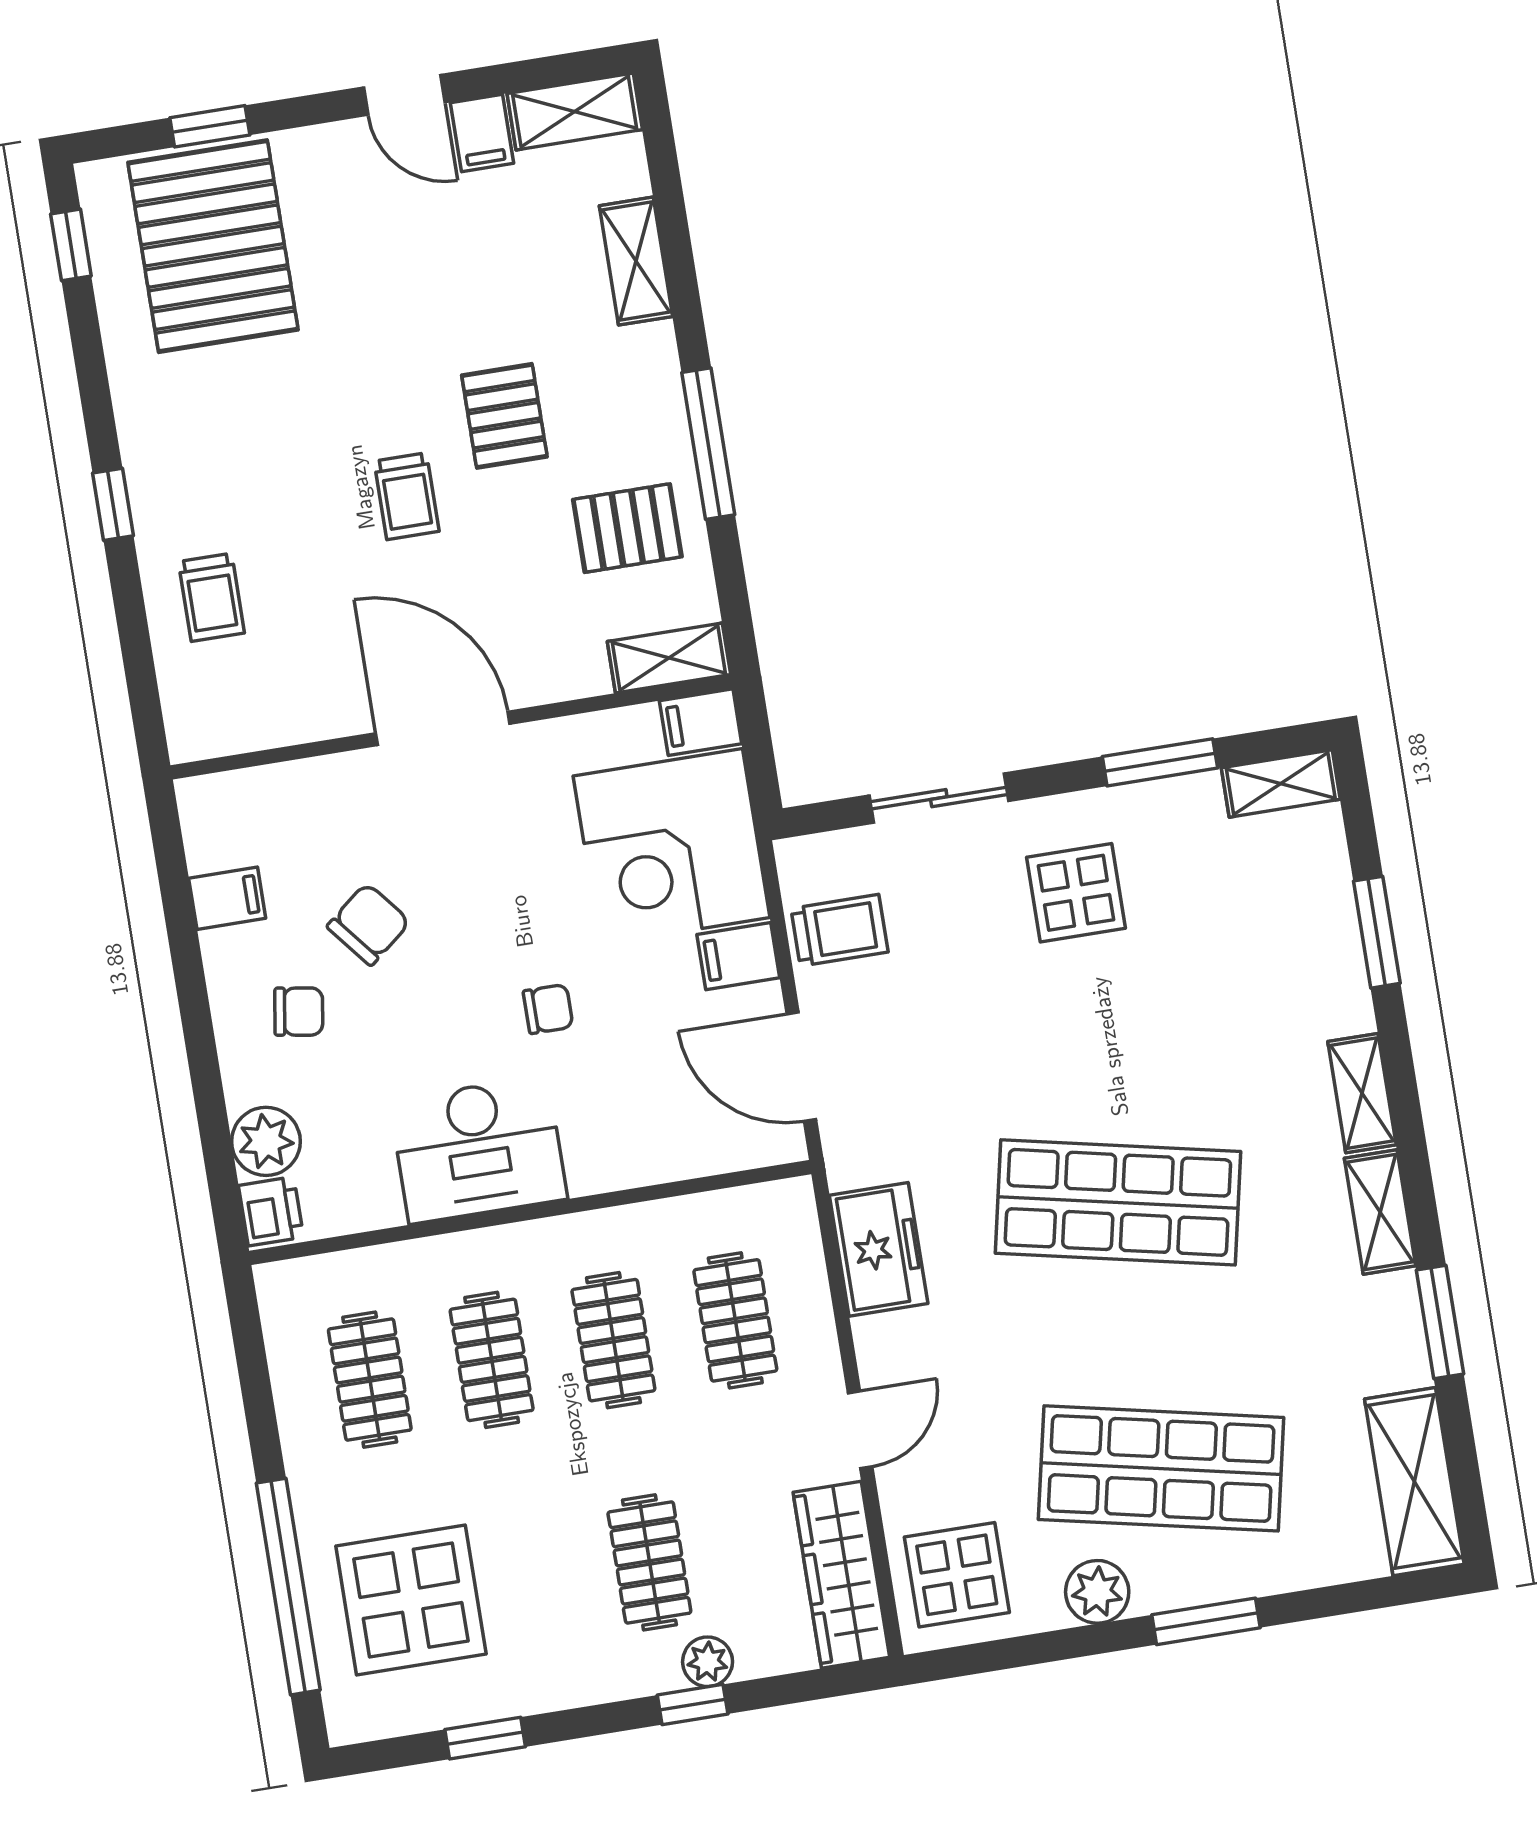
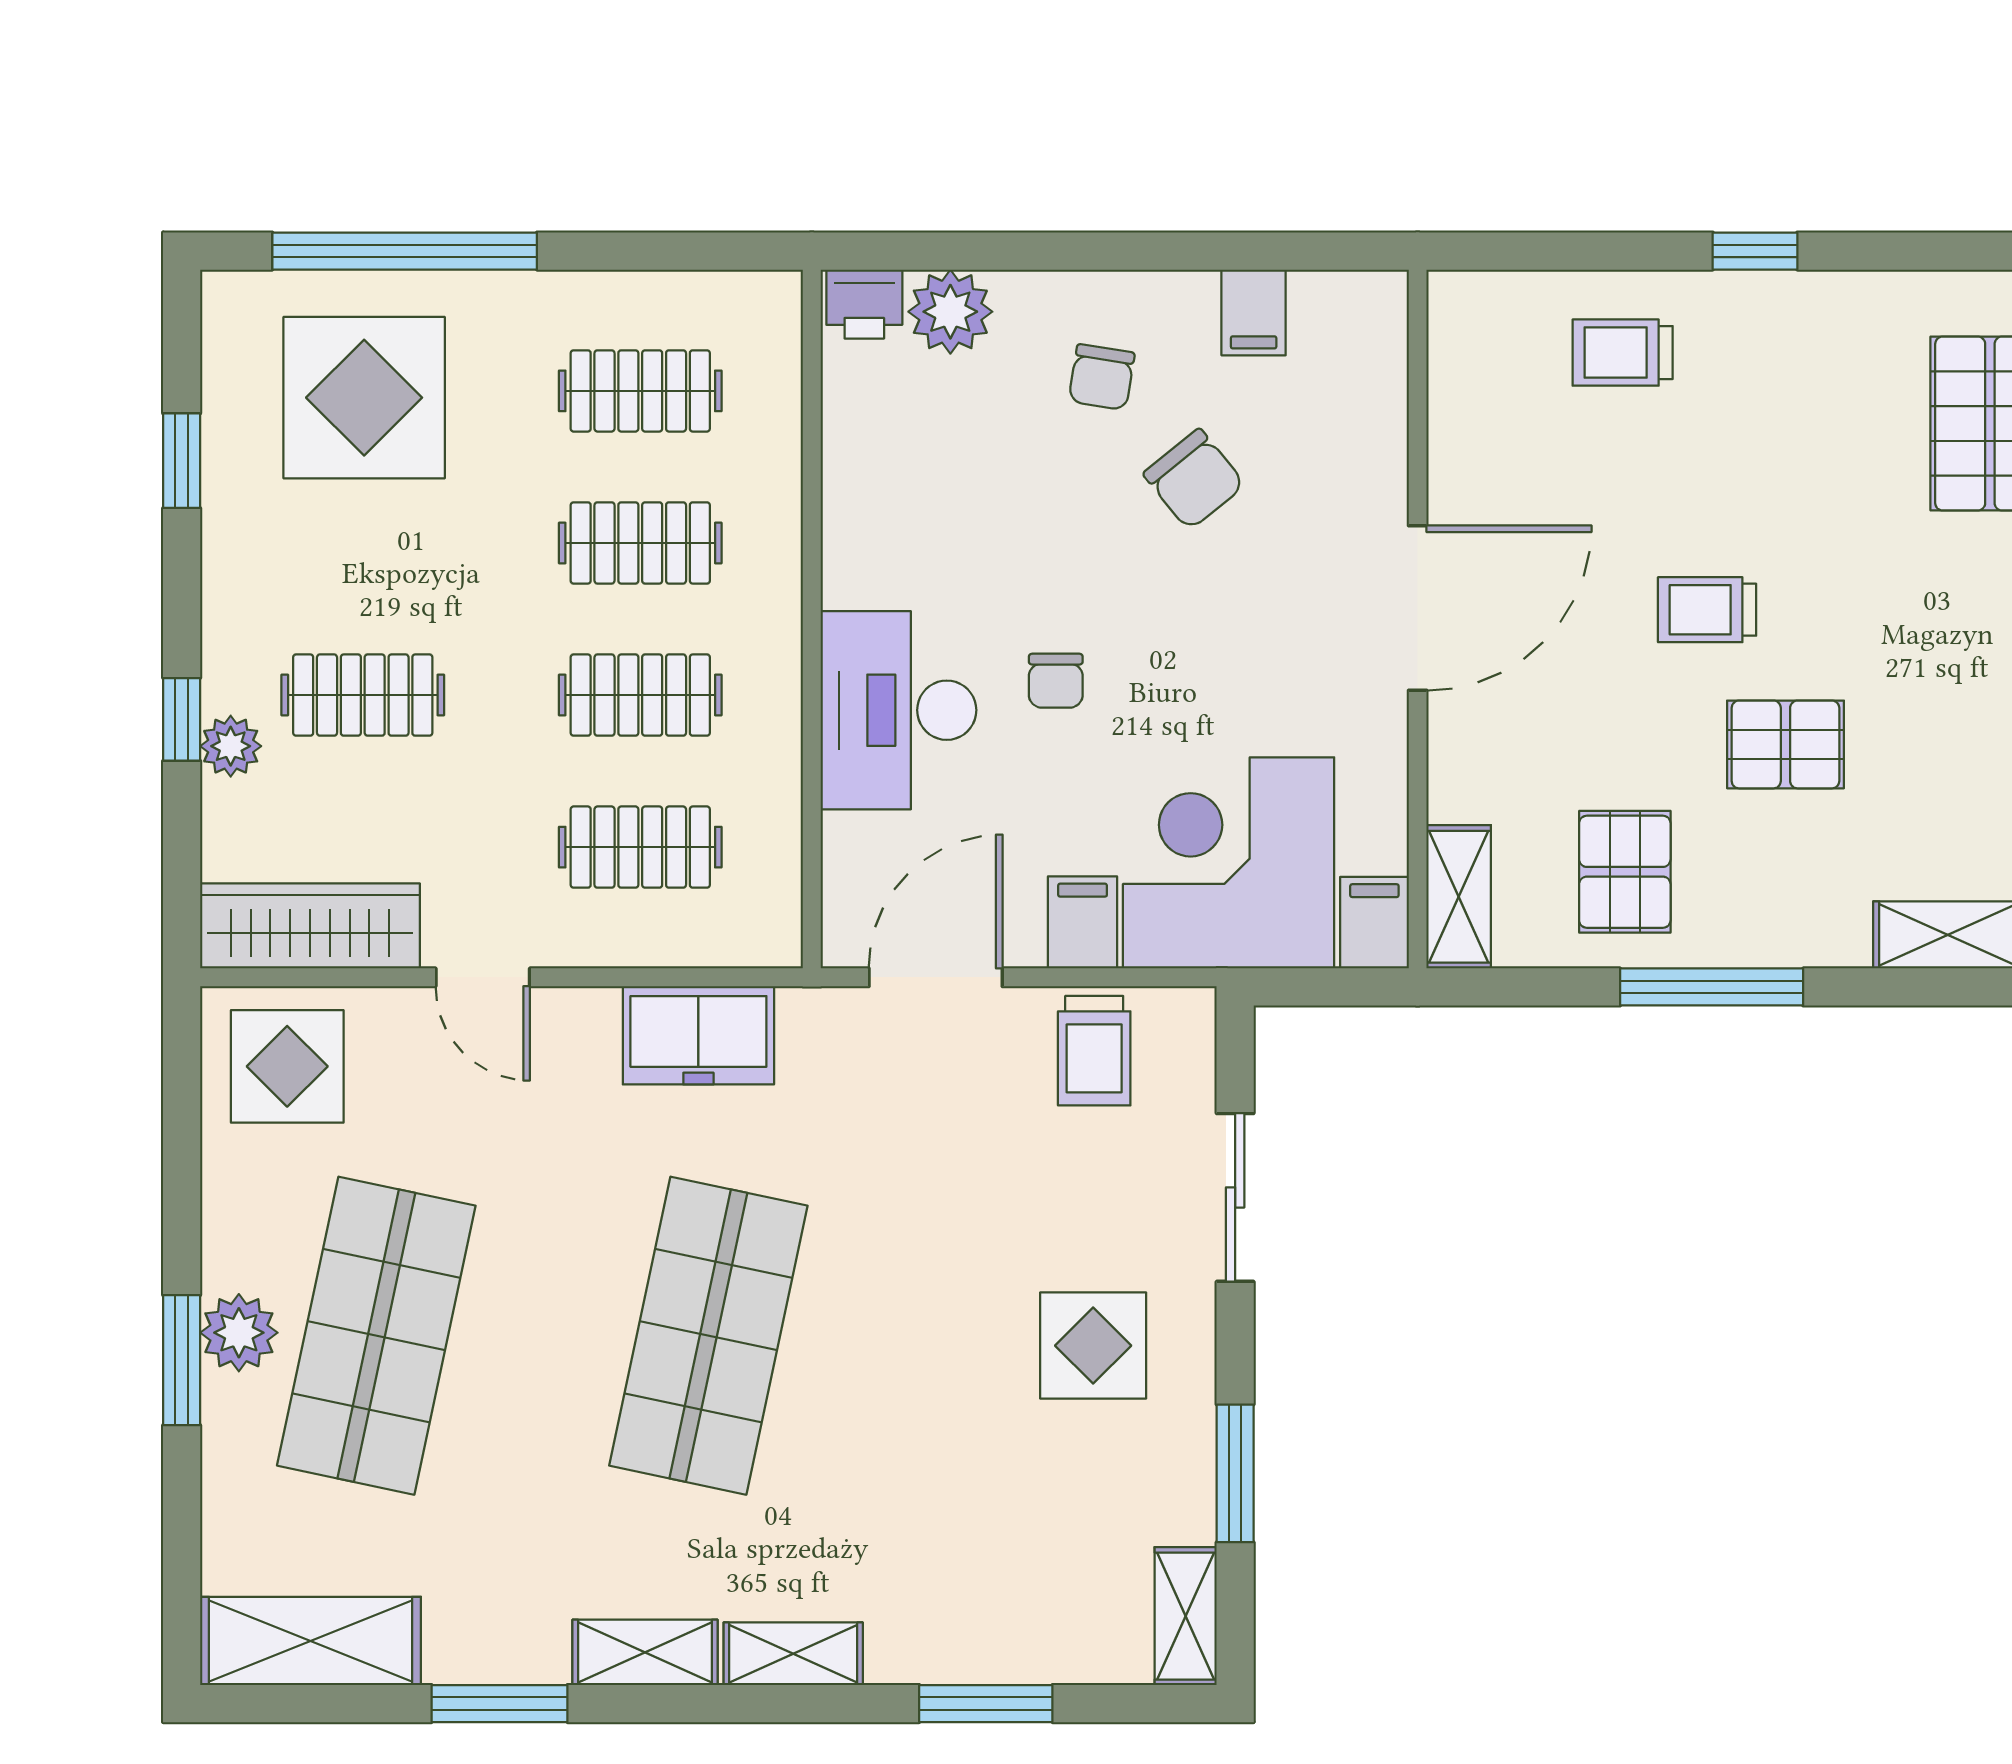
desk: (478, 1150) -> (898, 710), moved
plant: (1097, 1592) -> (239, 1333), moved

